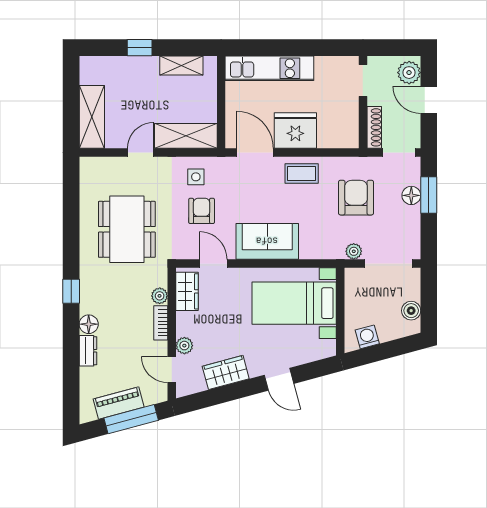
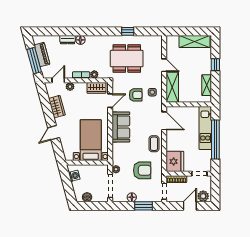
window: (293, 48) -> (215, 139), added
shelving: (92, 117) -> (195, 41), moved
fridge: (295, 131) -> (175, 161), moved
door: (255, 152) -> (164, 121), hinge flipped
floor lamp: (411, 195) -> (132, 197), moved
window: (71, 291) -> (128, 31), moved

